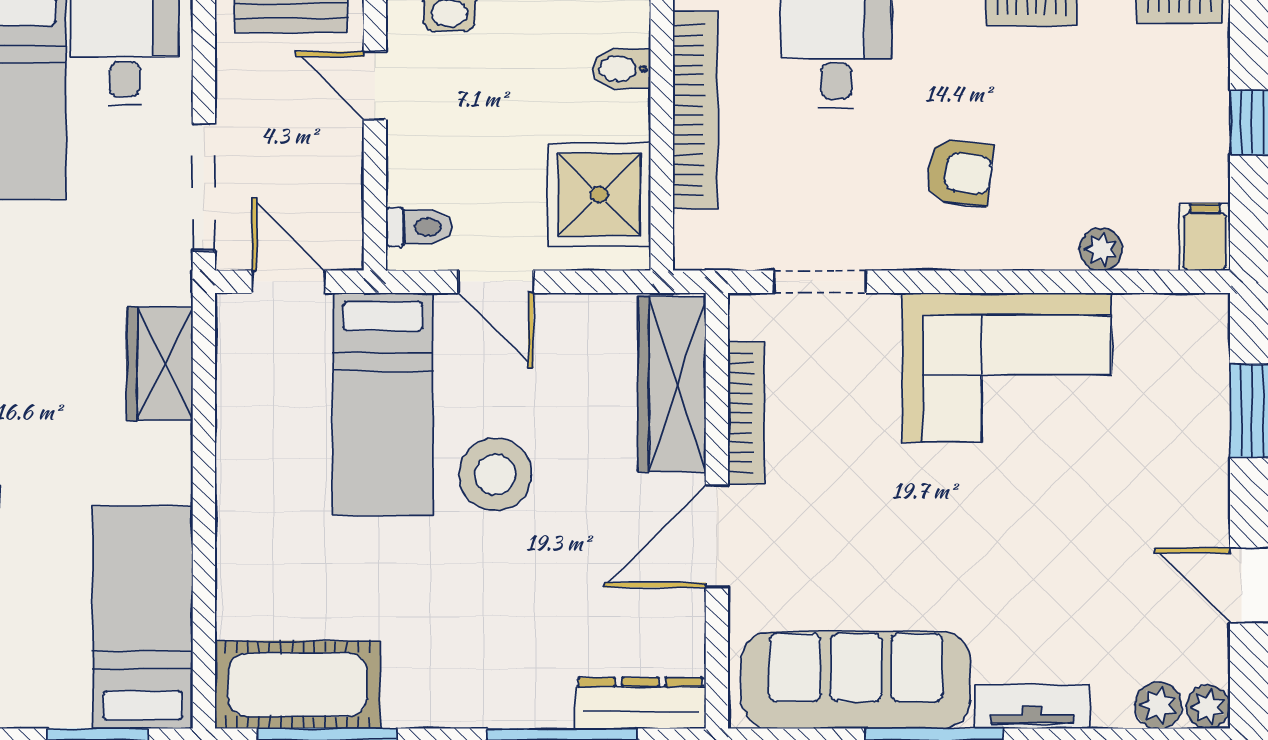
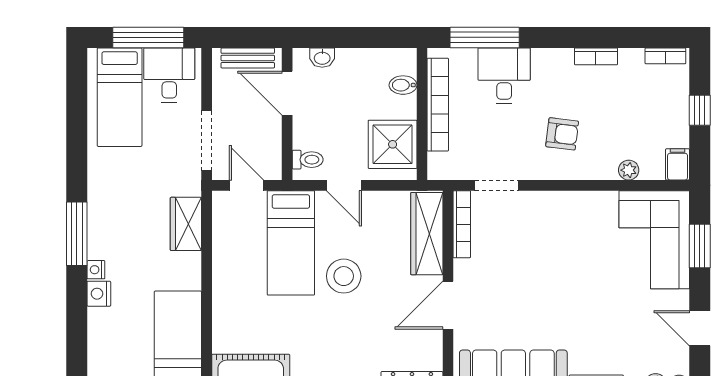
door: (375, 86) -> (287, 93), width x1.38
corner sofa: (1007, 367) -> (654, 240), moved, turned 90
bookcase: (746, 413) -> (462, 224), moved

